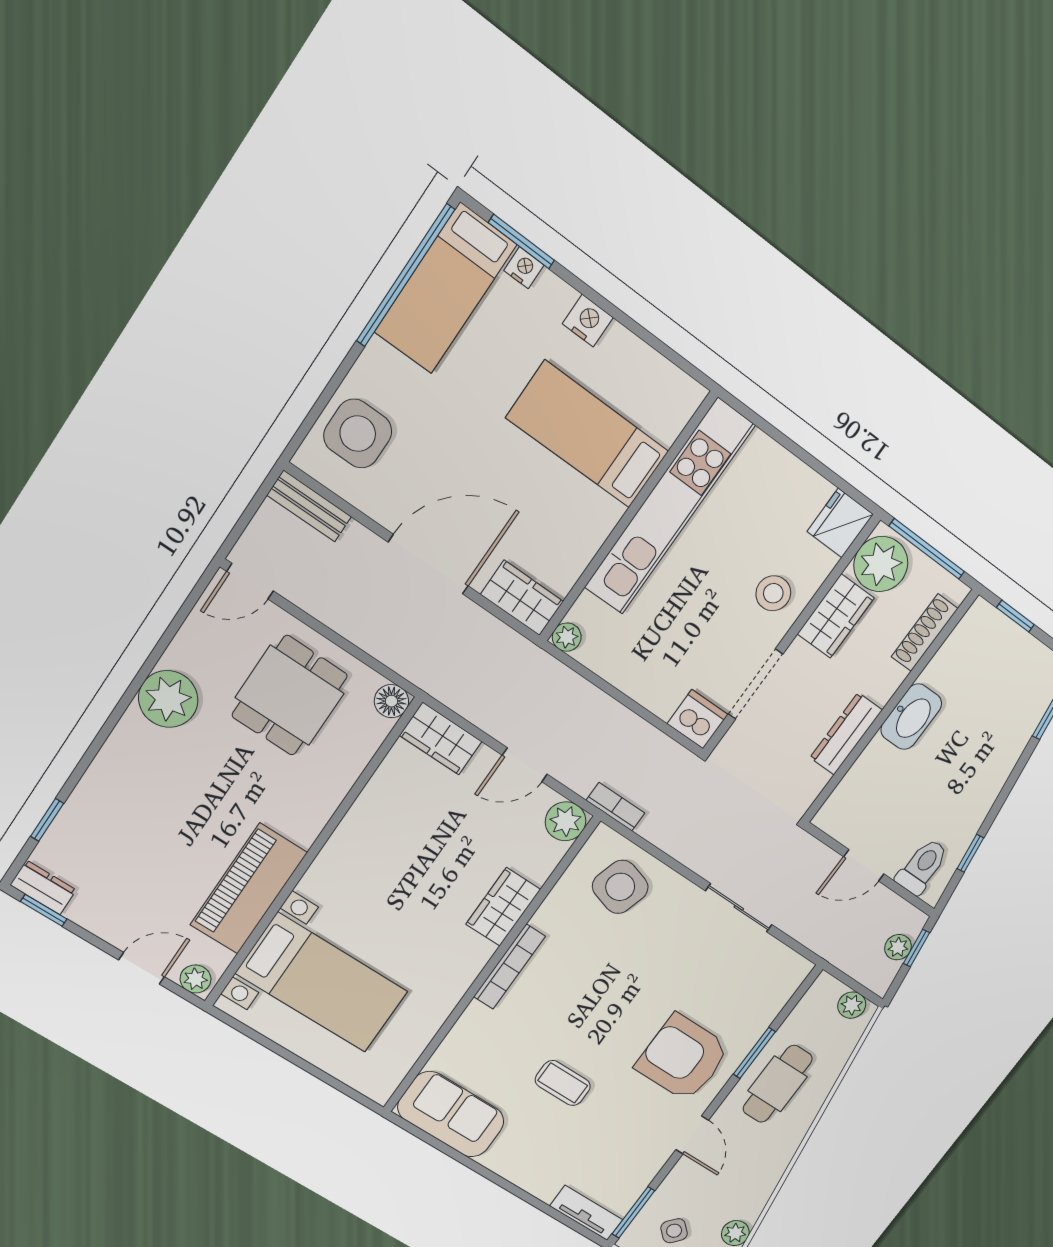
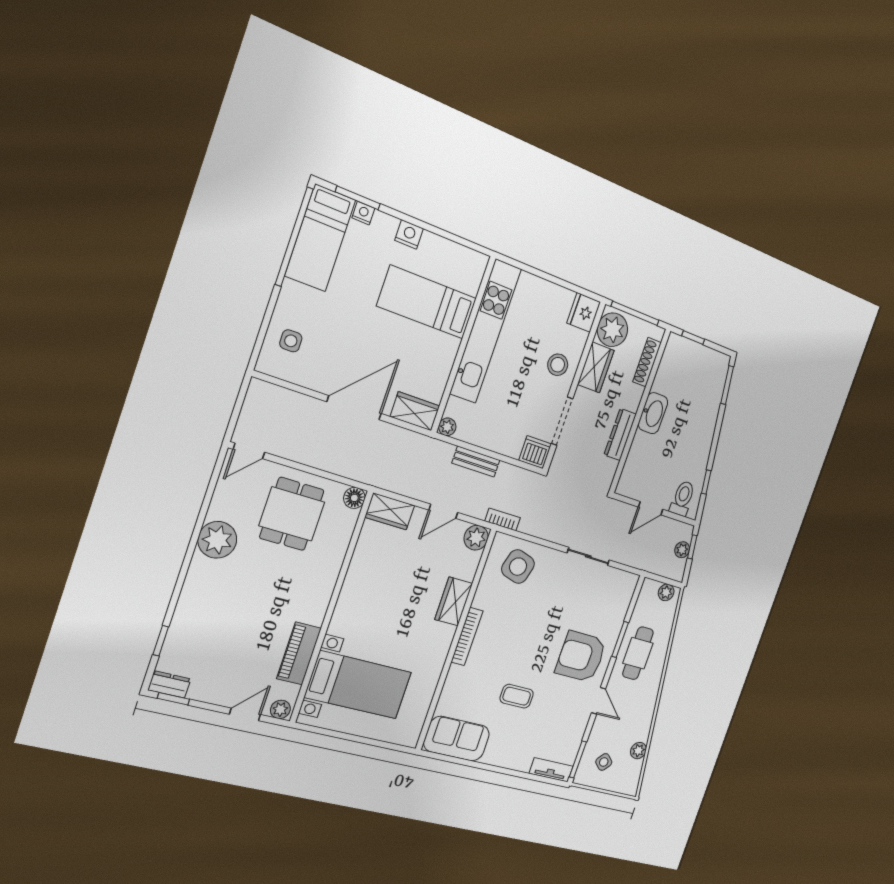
side table: (358, 434) -> (291, 341), width x0.54, depth x0.54
bench: (309, 506) -> (476, 462), moved
piano: (249, 889) -> (299, 653), width x0.73, depth x0.75

